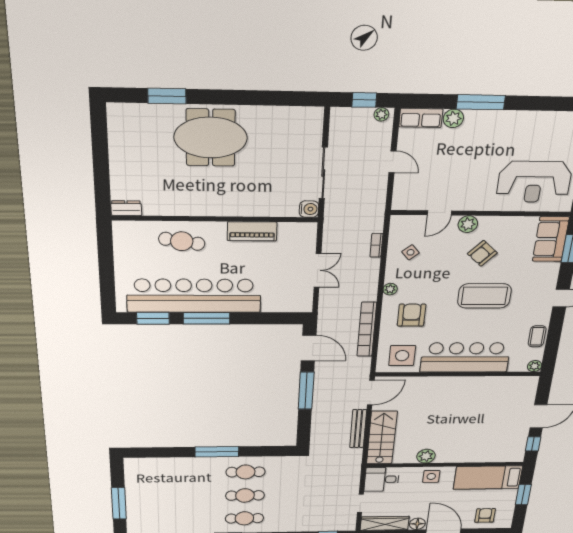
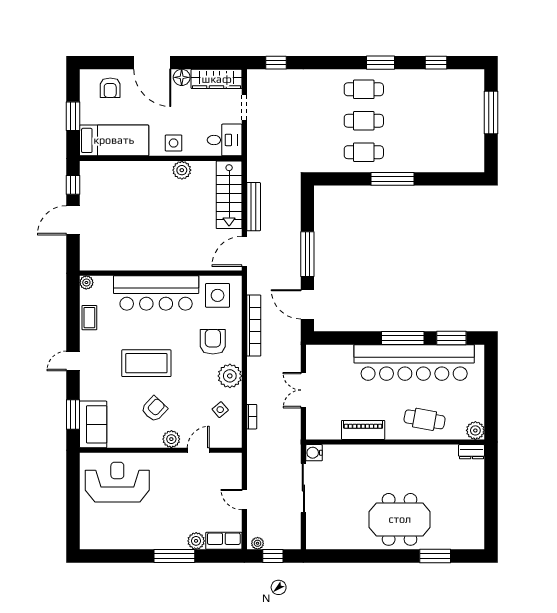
plant: (123, 230) -> (475, 430), added
plant: (390, 289) -> (230, 376), width x1.88, depth x1.88
armchair: (412, 315) -> (213, 342), turned 180

